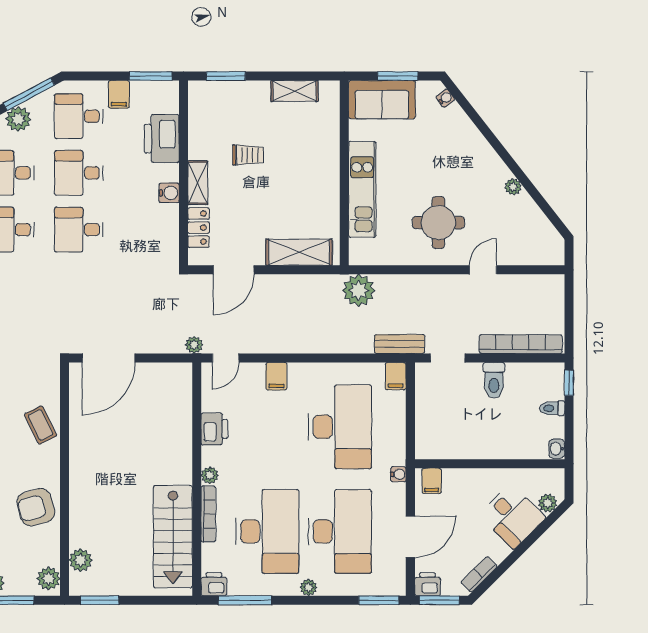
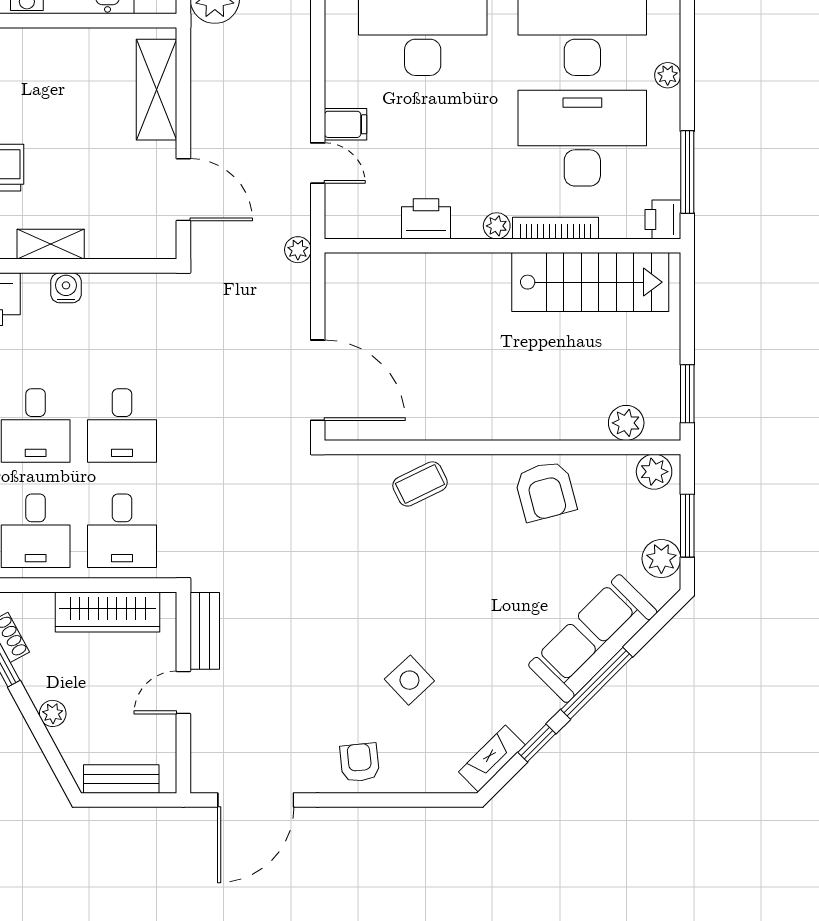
locker: (199, 228) -> (119, 243), removed
door: (226, 358) -> (318, 163), moved

